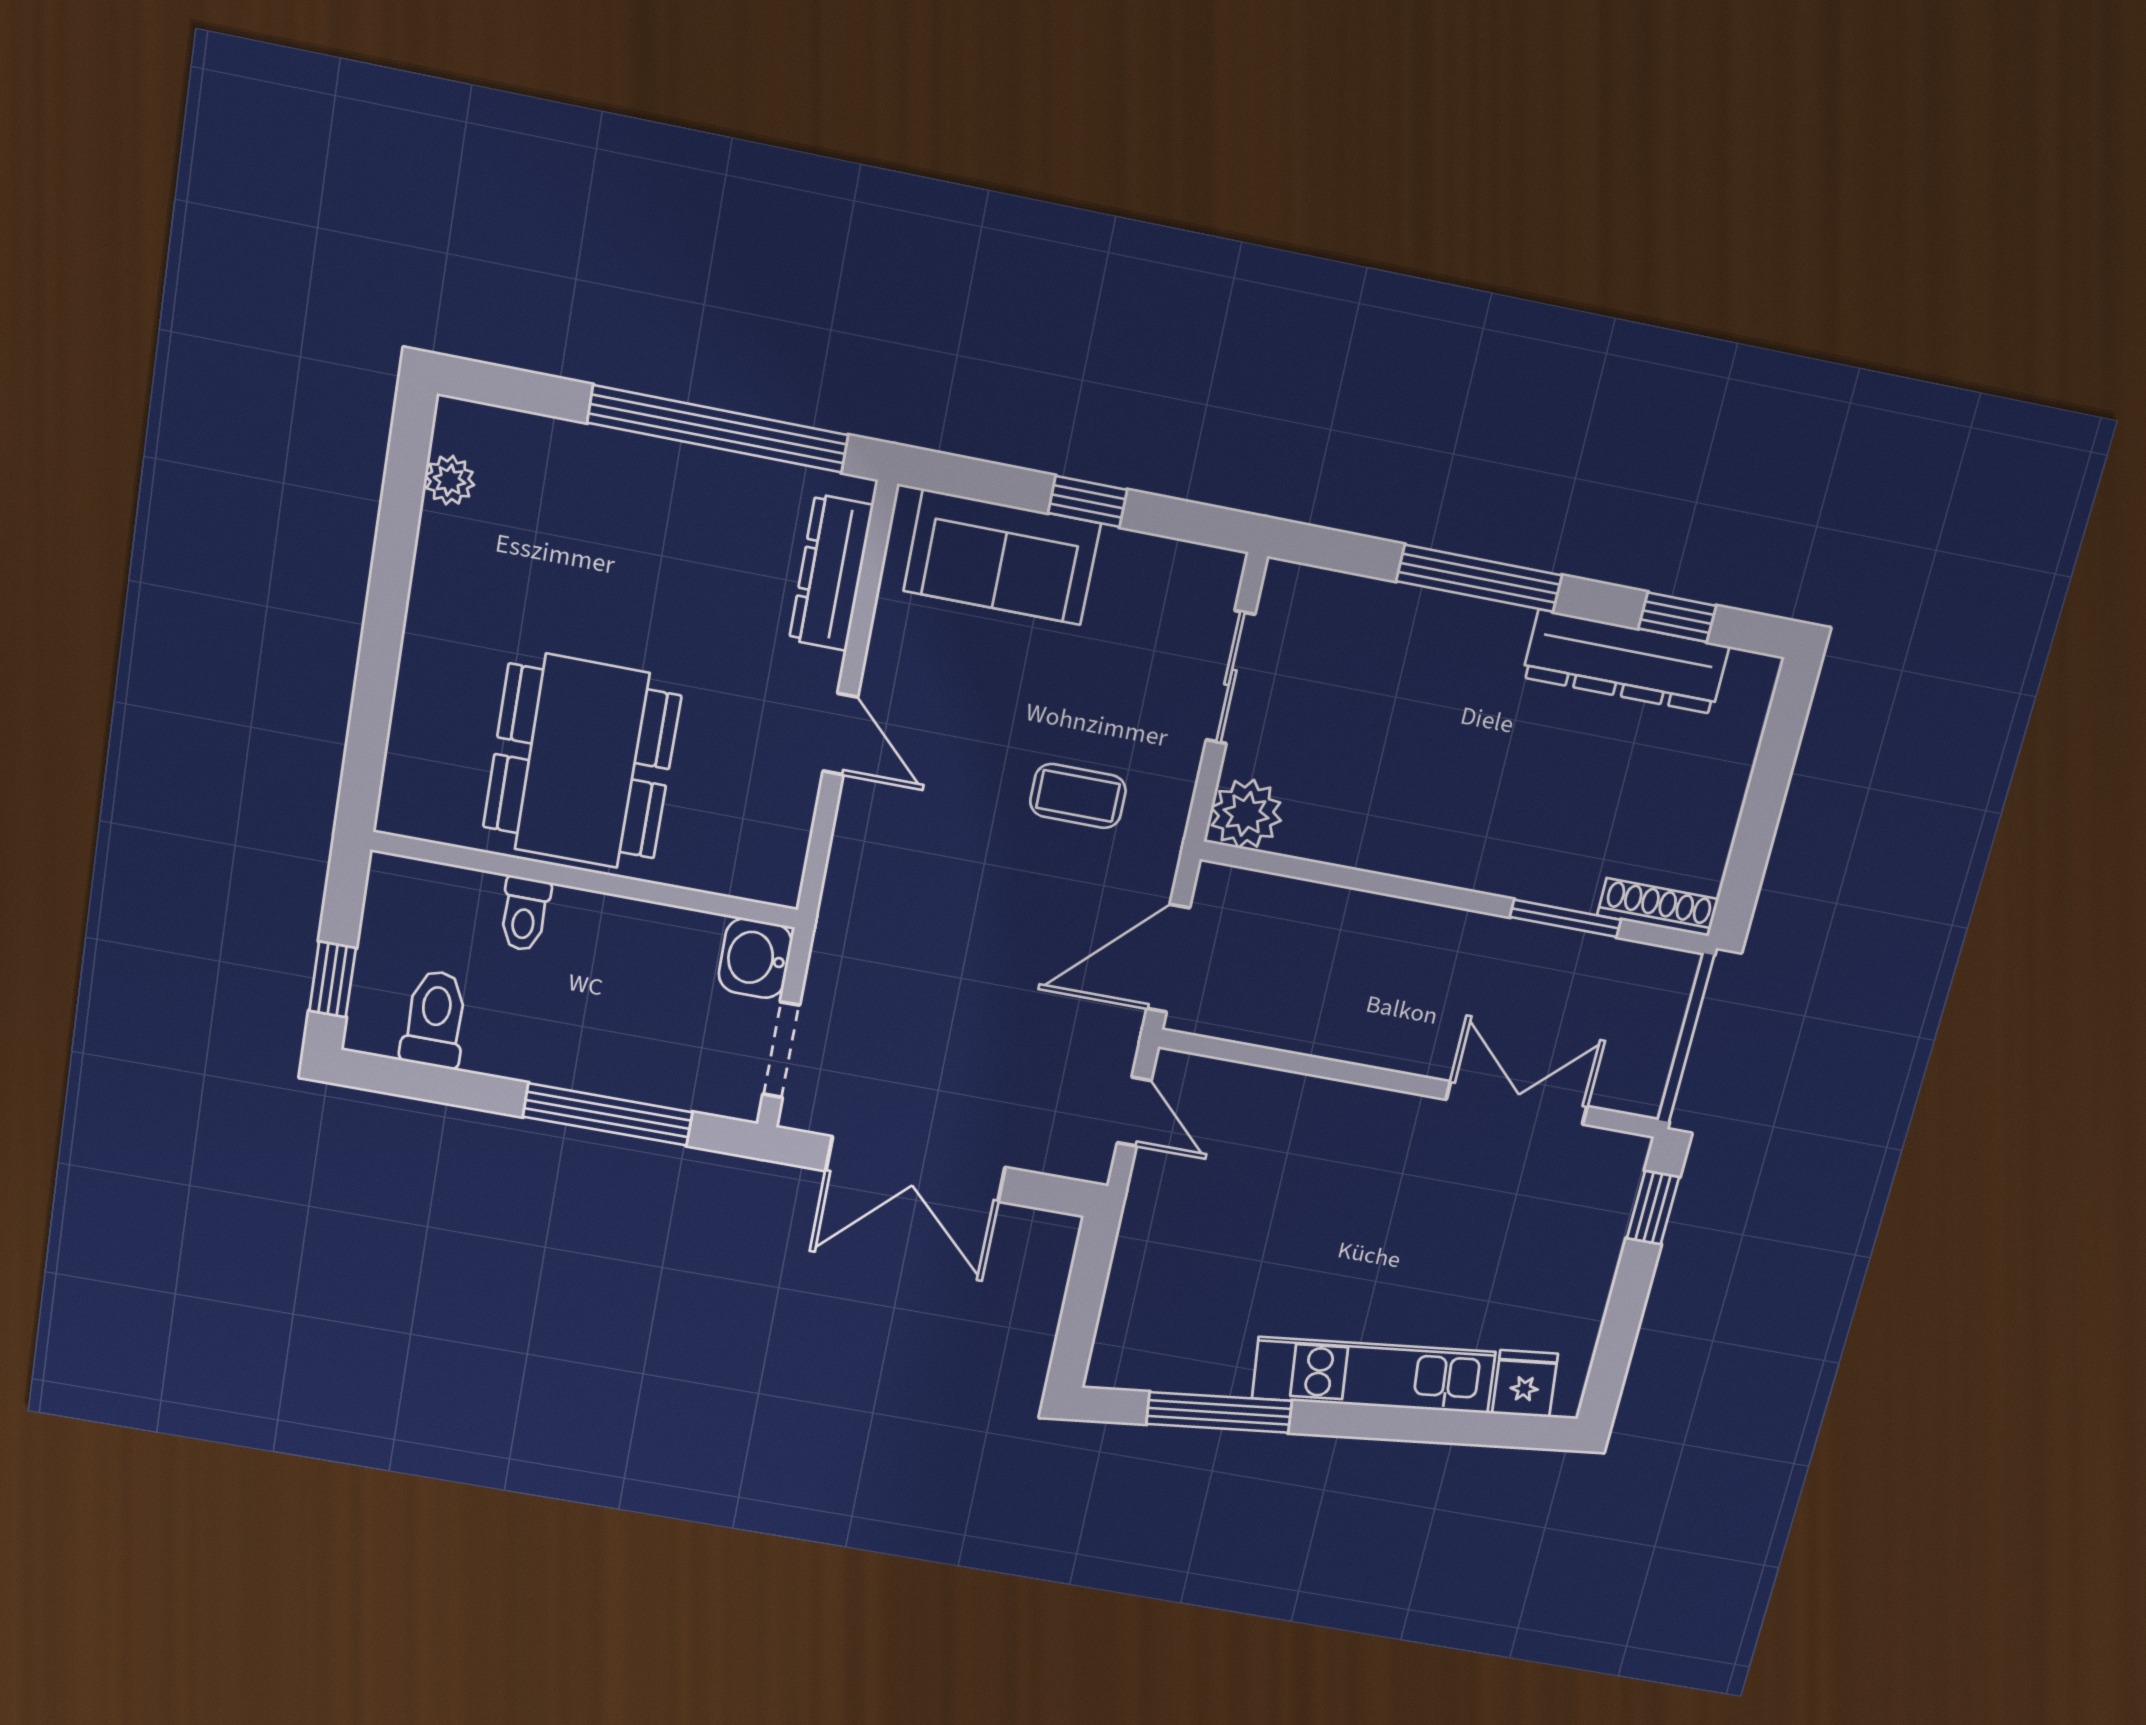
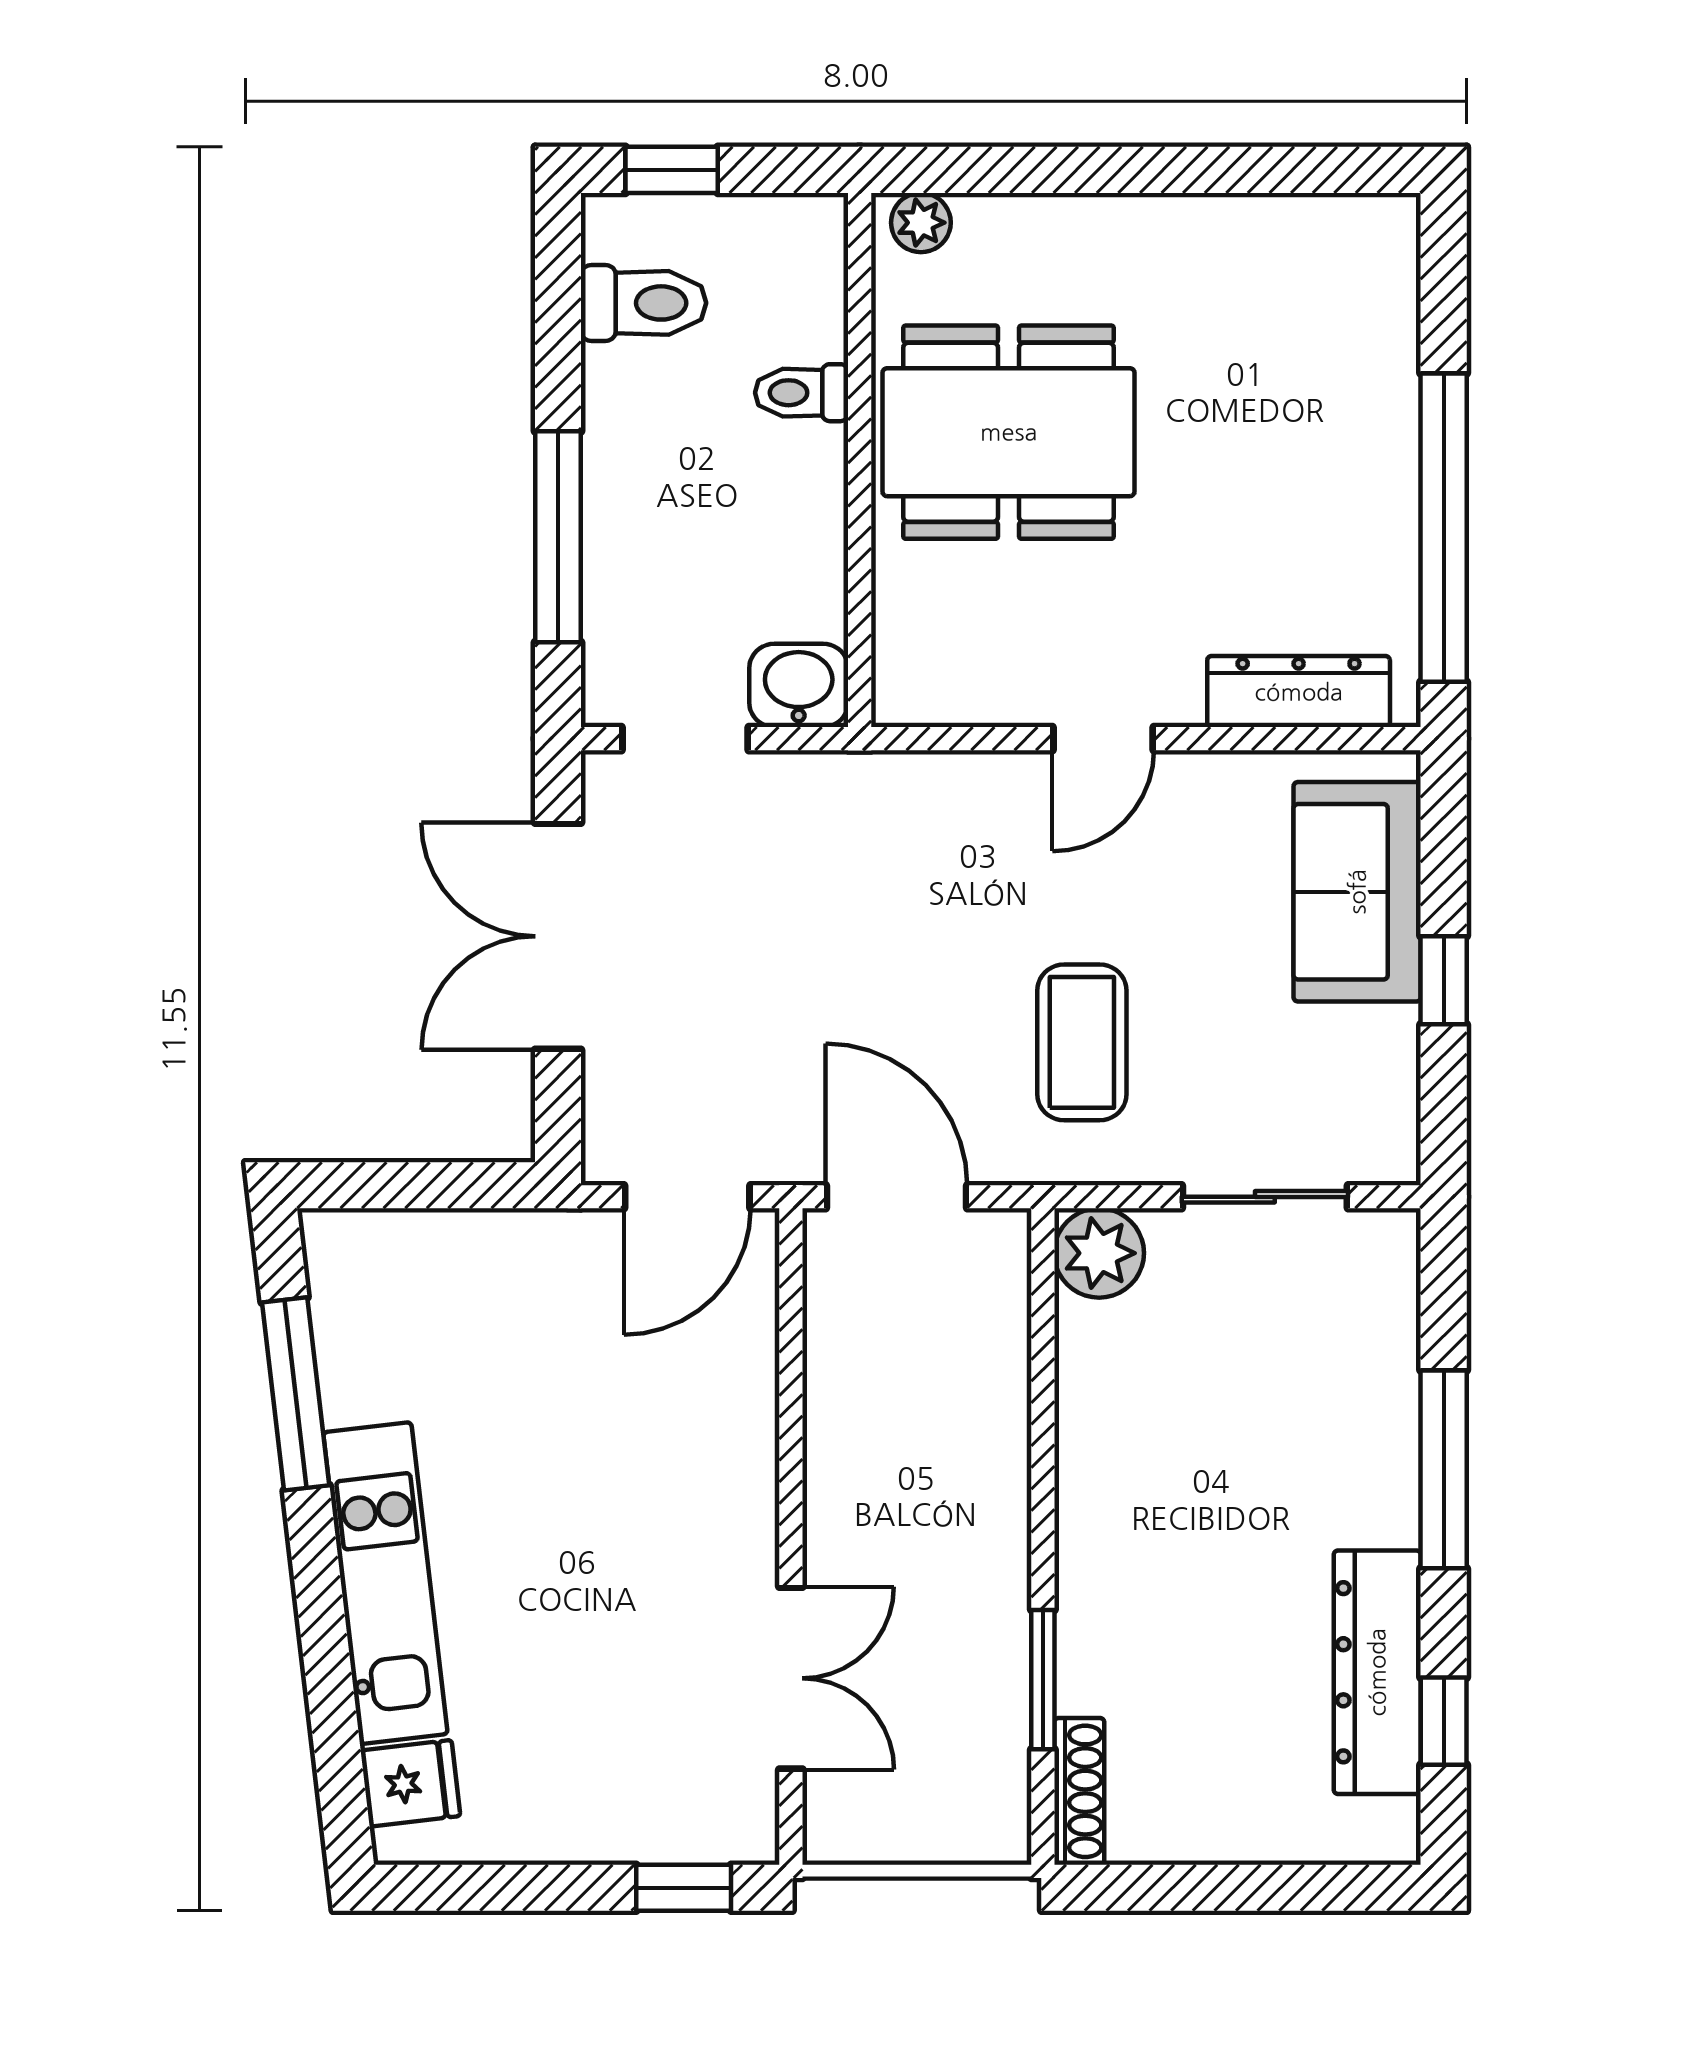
plant: (450, 480) -> (921, 223), moved
coffee table: (1078, 796) -> (1082, 1042), width x1.36, depth x1.30
door: (1134, 1112) -> (687, 1197), width x1.38

